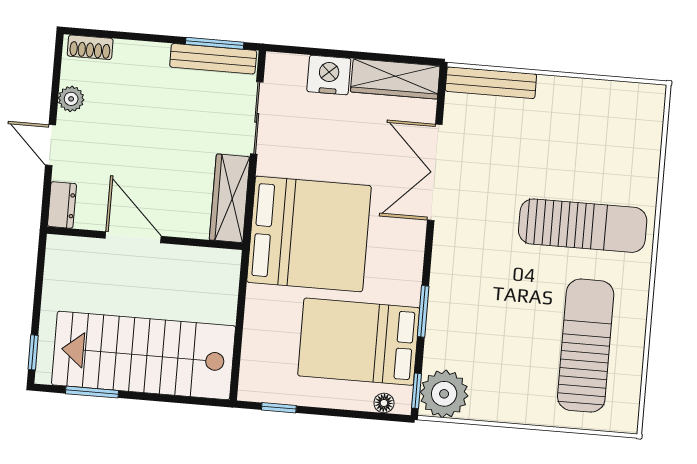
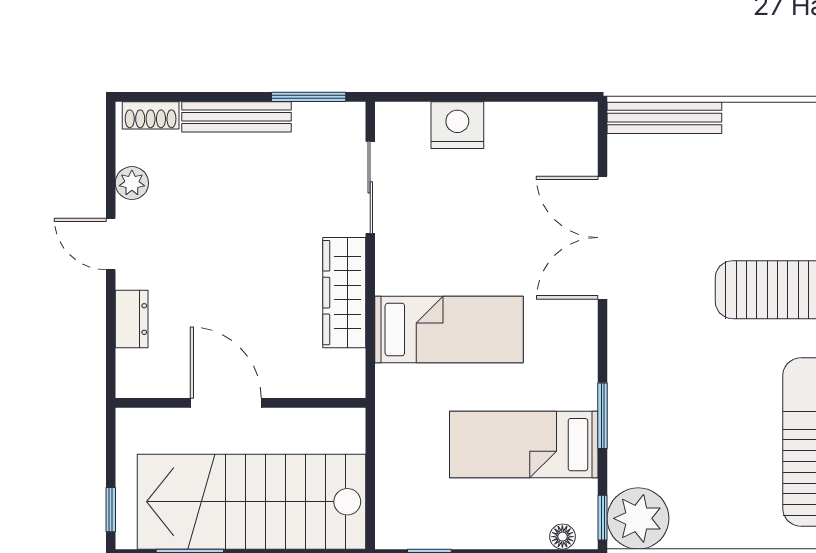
bench: (213, 59) -> (237, 117), moved
wardrobe: (395, 79) -> (542, 123), removed
bed: (309, 234) -> (449, 329), width x0.49
door: (133, 237) -> (226, 403), moved
wall: (145, 238) -> (240, 403), moved
bed: (359, 342) -> (524, 445), width x0.67

